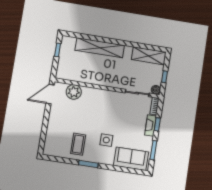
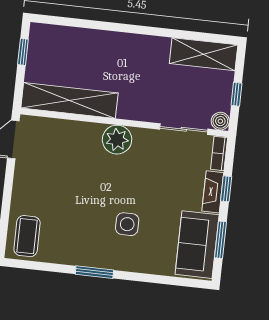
shelving: (100, 48) -> (69, 100), moved
plant: (74, 92) -> (117, 140), moved
coffee table: (78, 144) -> (27, 236), moved
sofa: (131, 159) -> (197, 245), moved, turned -90

